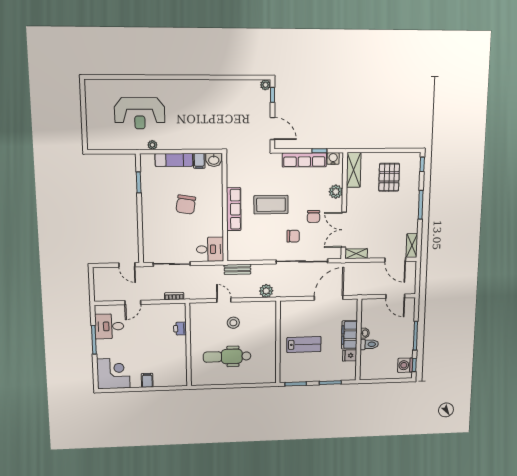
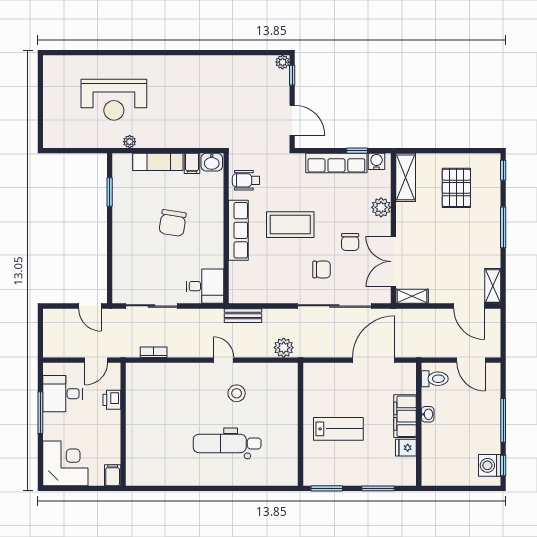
wheelchair: (239, 173) -> (246, 180), added
printer: (180, 329) -> (112, 400), moved
toilet: (369, 344) -> (435, 379), moved
wall: (188, 345) -> (123, 424), moved

